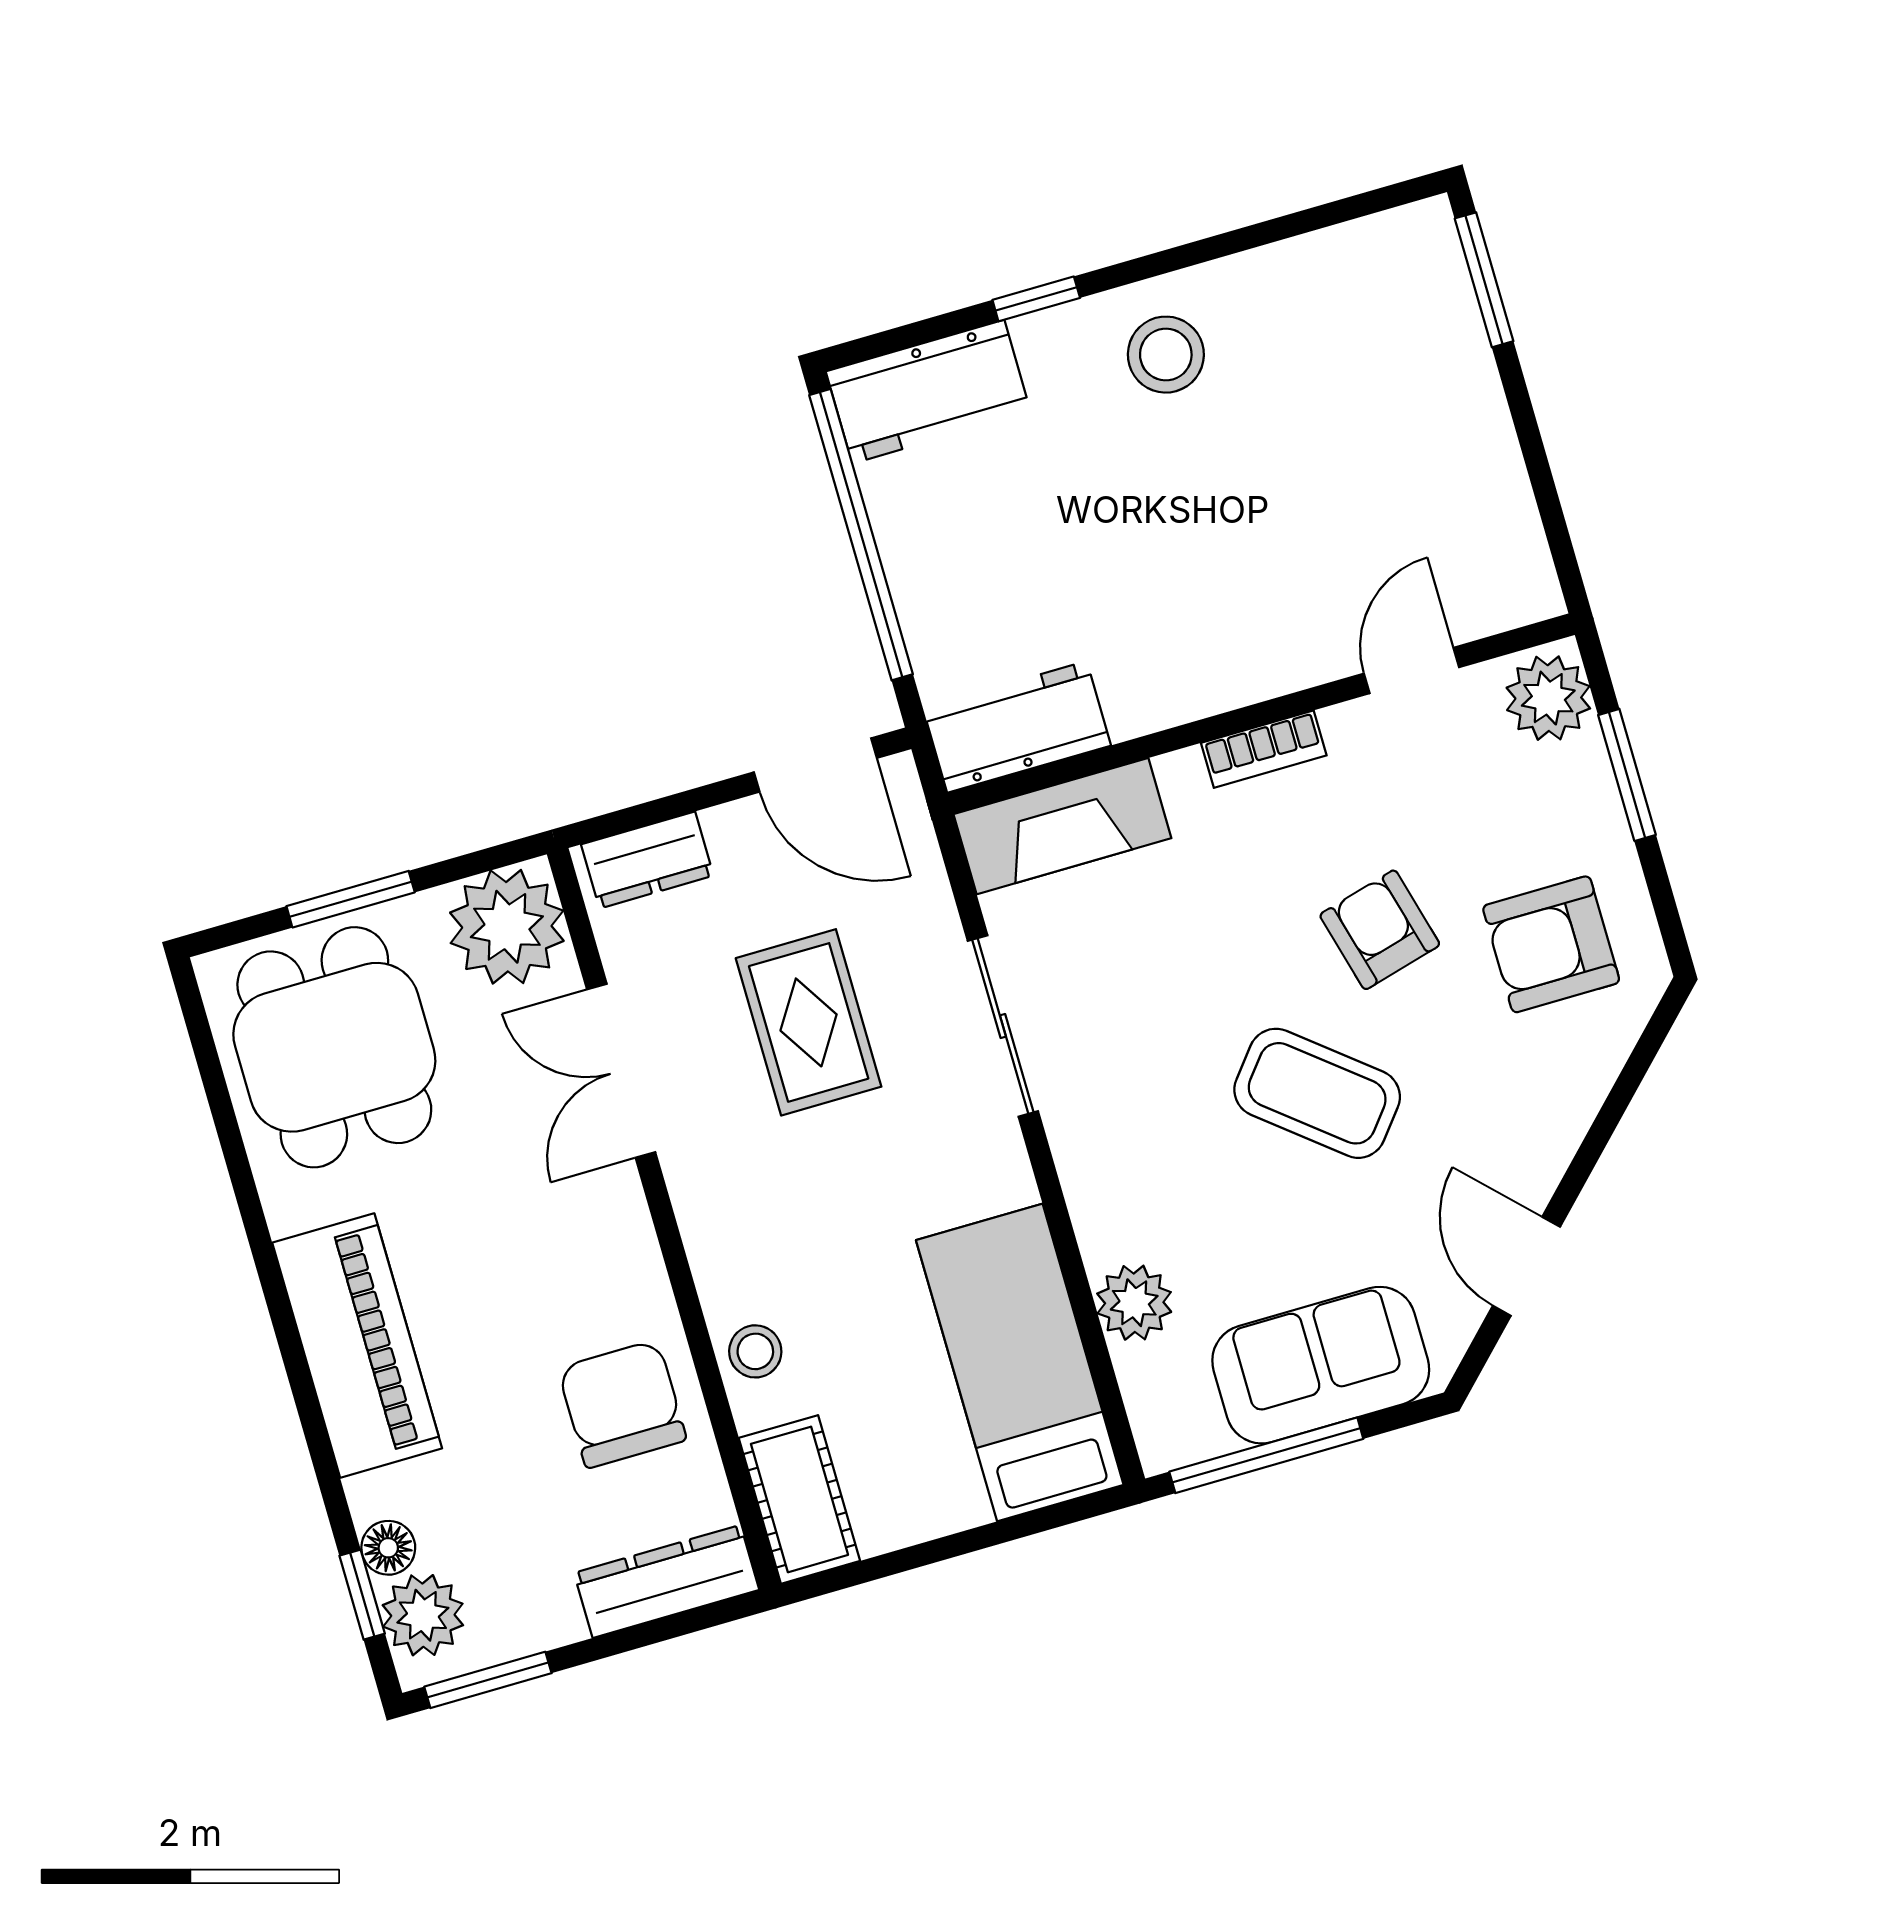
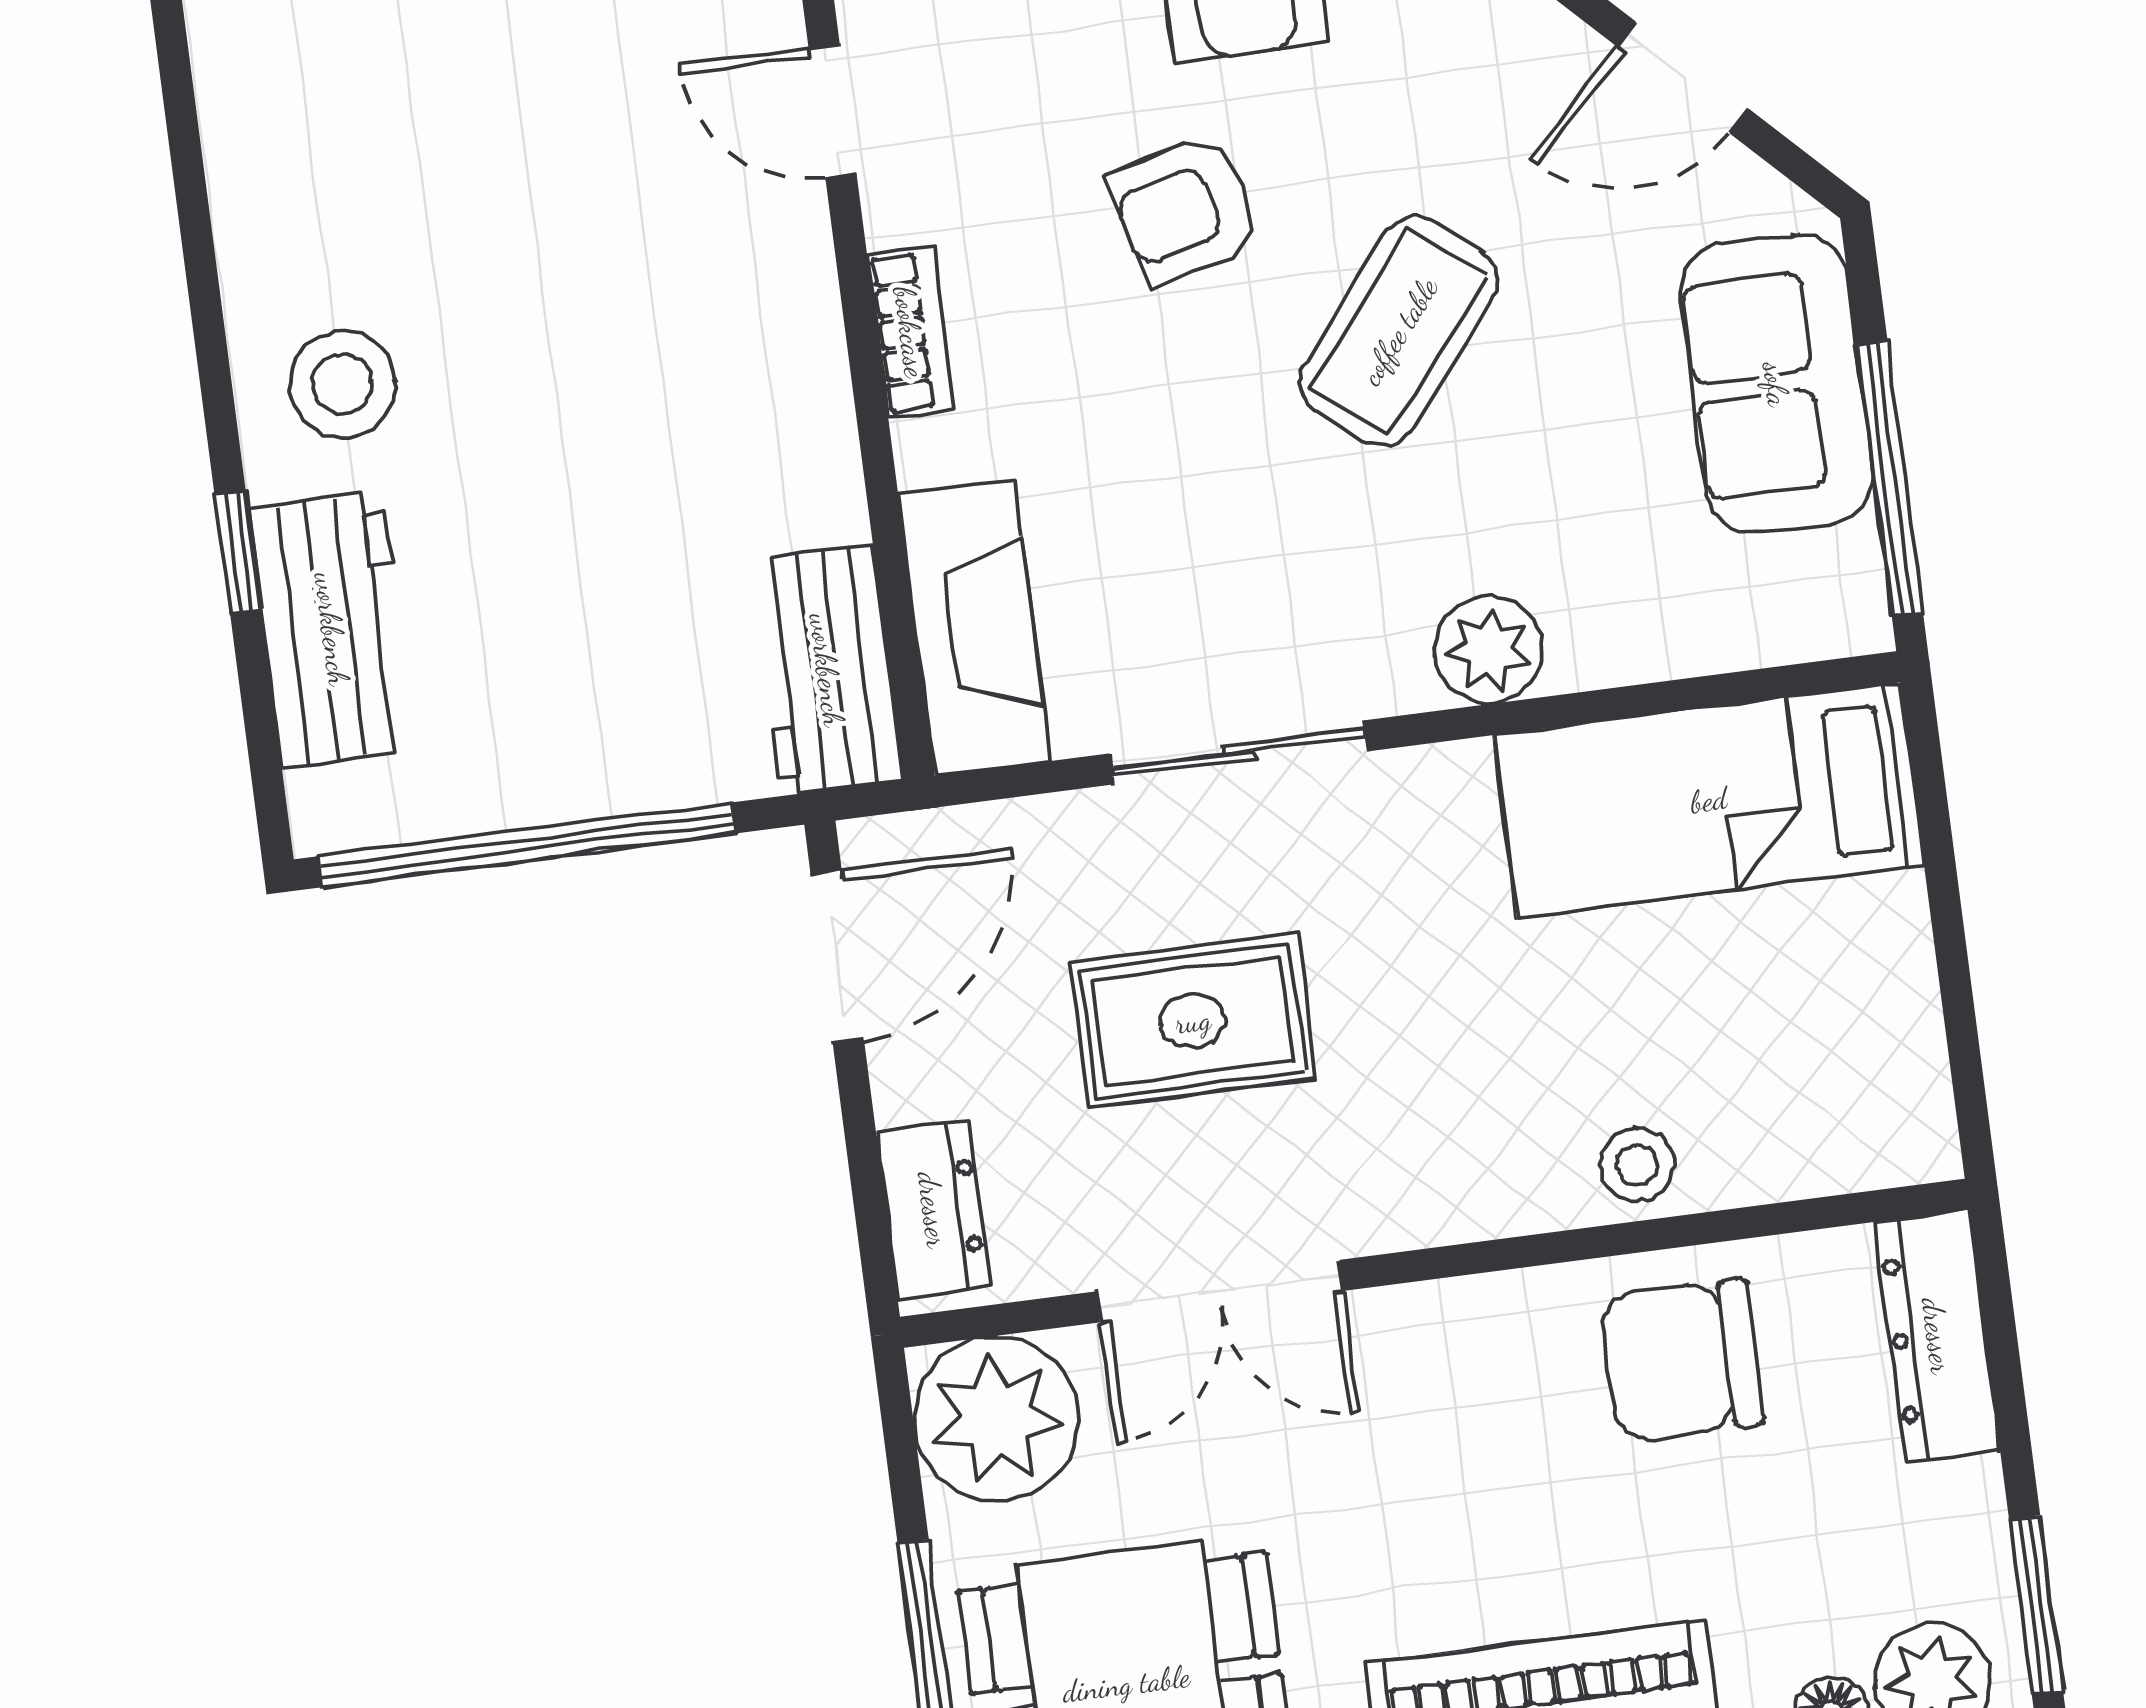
workbench: (928, 392) -> (332, 629), moved
plant: (1134, 1303) -> (1488, 650), moved
cot: (799, 1499) -> (1852, 1135), removed

